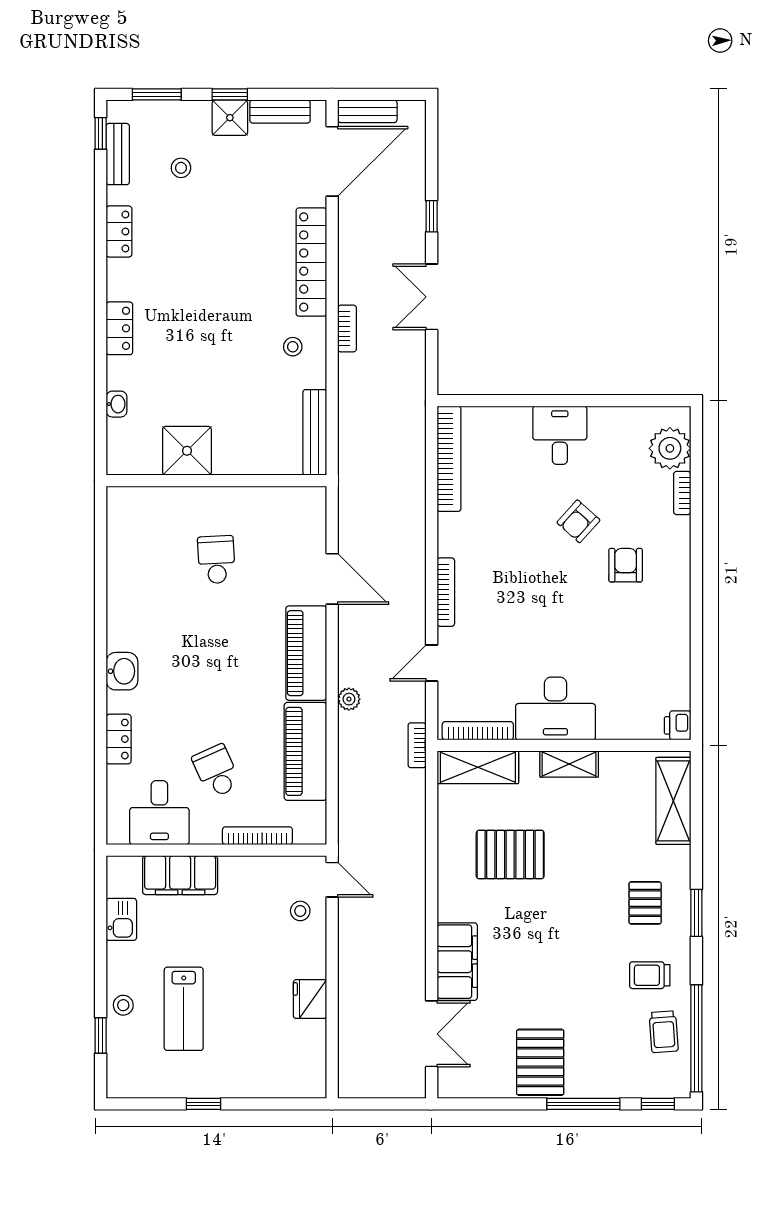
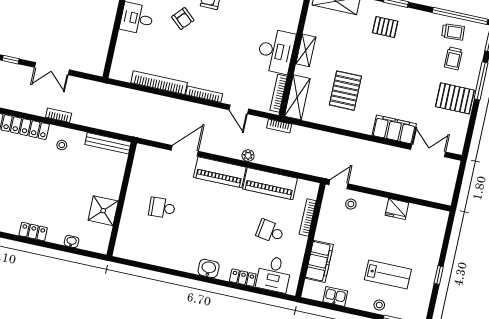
bookcase: (449, 459) -> (159, 83), moved
school desk: (216, 771) -> (270, 231), turned 33
desk: (159, 813) -> (274, 274), moved, turned 90
trolley: (650, 975) -> (453, 58), moved

